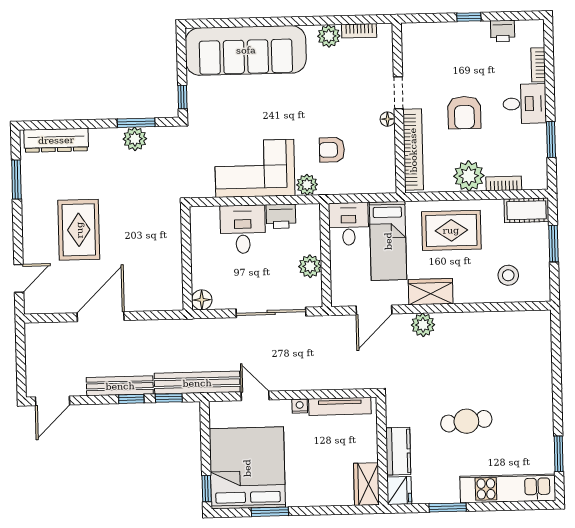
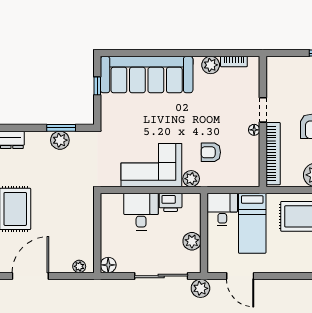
window: (183, 97) -> (97, 86), moved
wardrobe: (431, 292) -> (284, 263), removed
plant: (164, 303) -> (79, 266), added
door: (374, 310) -> (240, 276), hinge flipped
plant: (423, 325) -> (200, 288), moved

